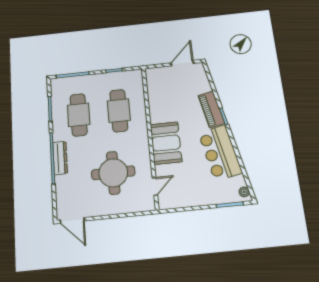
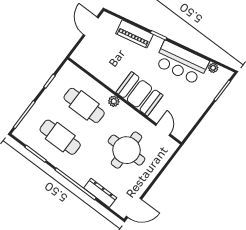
piano: (211, 109) -> (135, 34), moved
plant: (142, 129) -> (114, 101), added
dresser: (60, 158) -> (100, 193), moved
plant: (244, 192) -> (213, 68), moved

